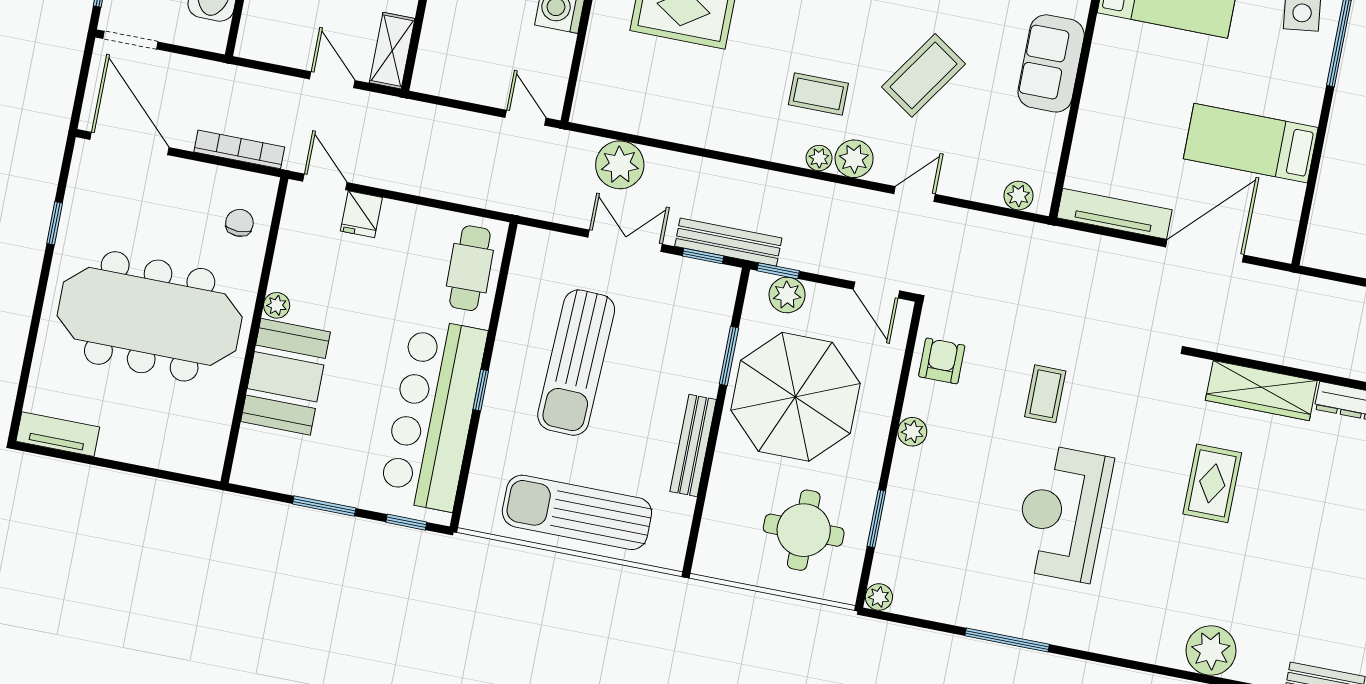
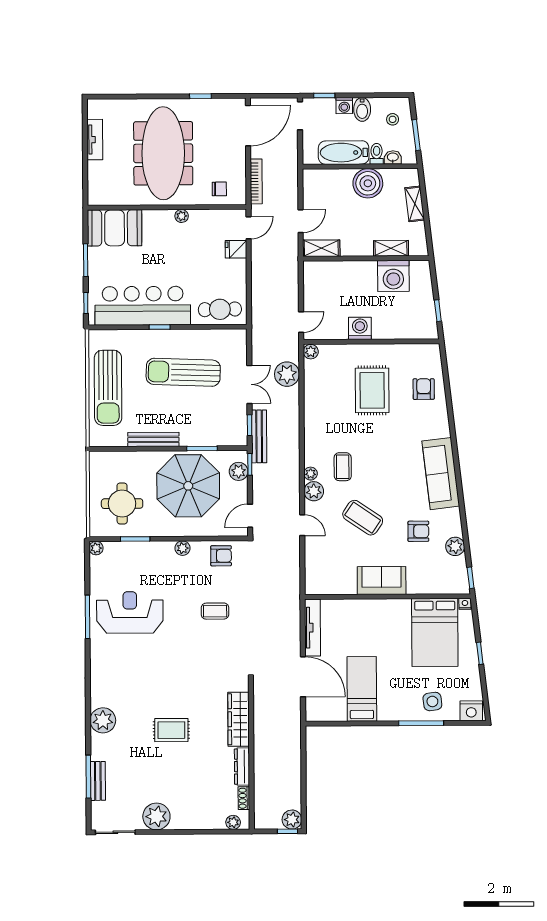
plant: (1019, 196) -> (311, 352), moved
booth: (286, 377) -> (115, 228), moved
tv unit: (58, 434) -> (95, 140), moved
rug: (1212, 483) -> (171, 730), moved
sun lounger: (577, 512) -> (108, 388), turned 180
reception desk: (1063, 513) -> (130, 612), moved

